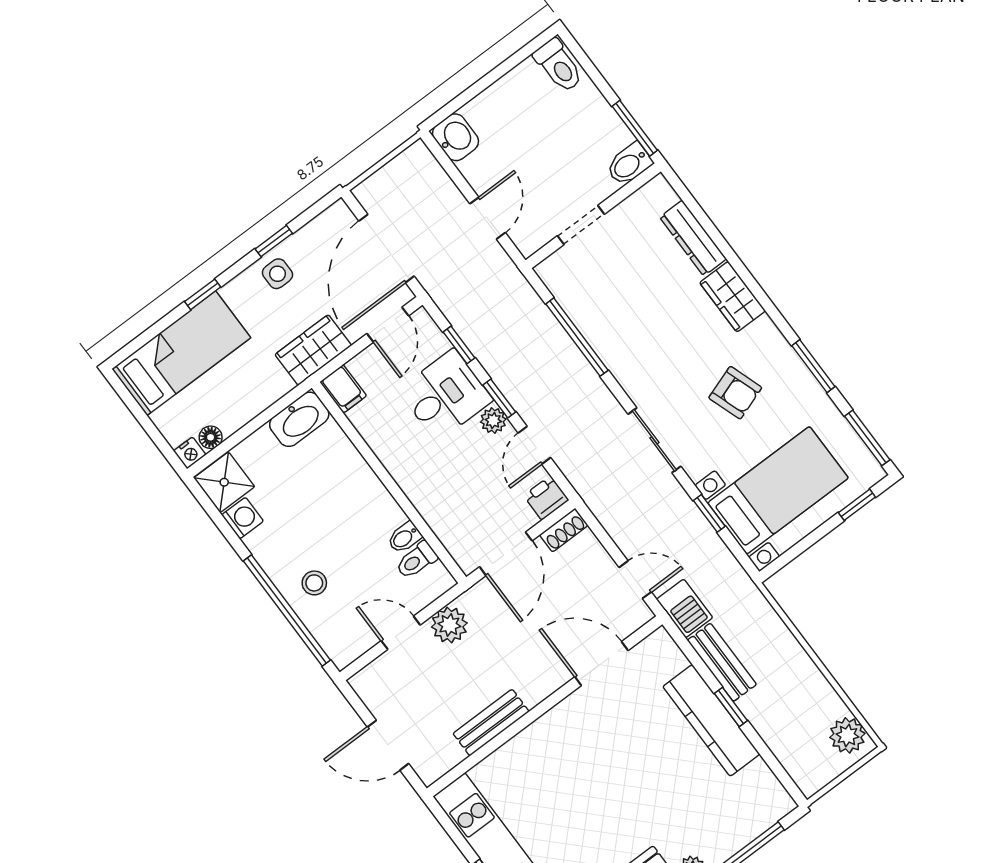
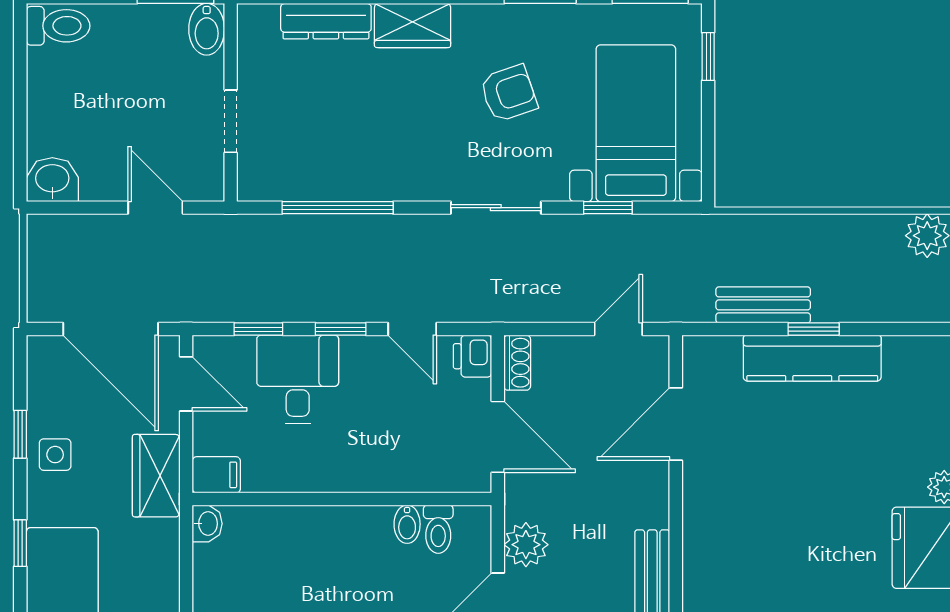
washbasin: (299, 419) -> (207, 524), width x0.52, depth x0.69
plant: (493, 421) -> (358, 351), removed
barbecue: (685, 608) -> (683, 302), removed

